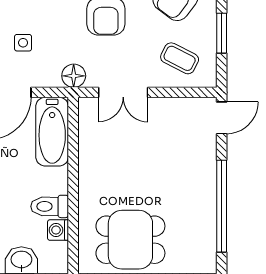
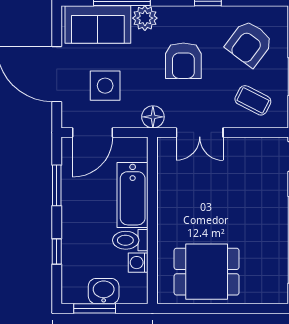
side table: (23, 43) -> (105, 86), width x1.87, depth x1.87
bathtub: (52, 132) -> (133, 195), moved

